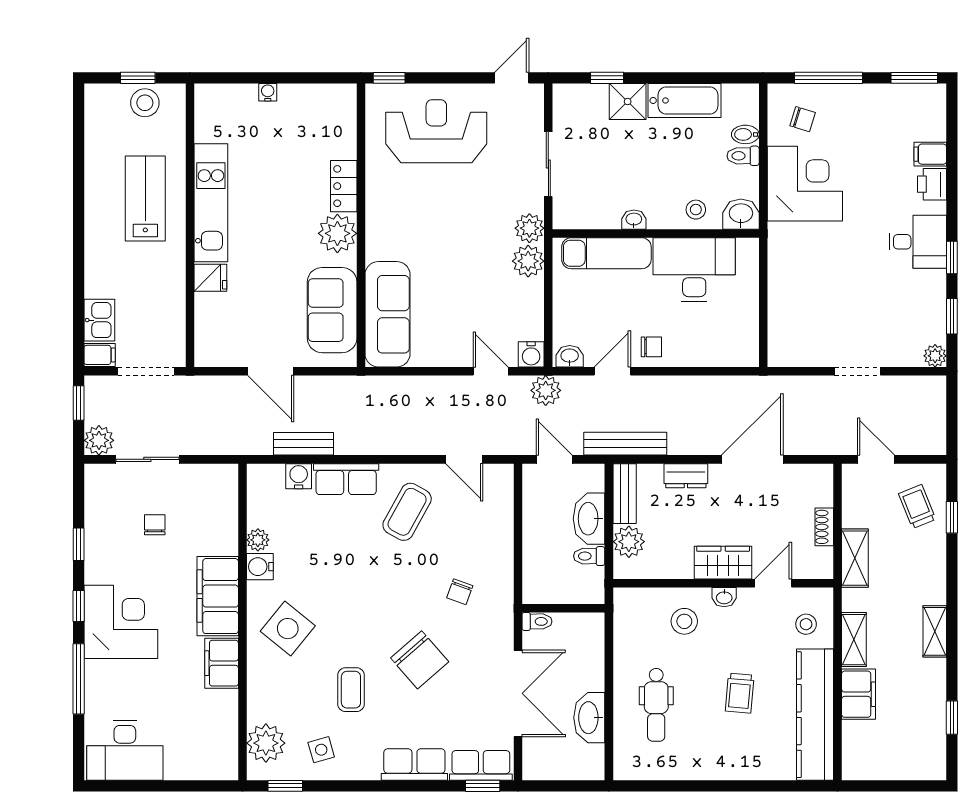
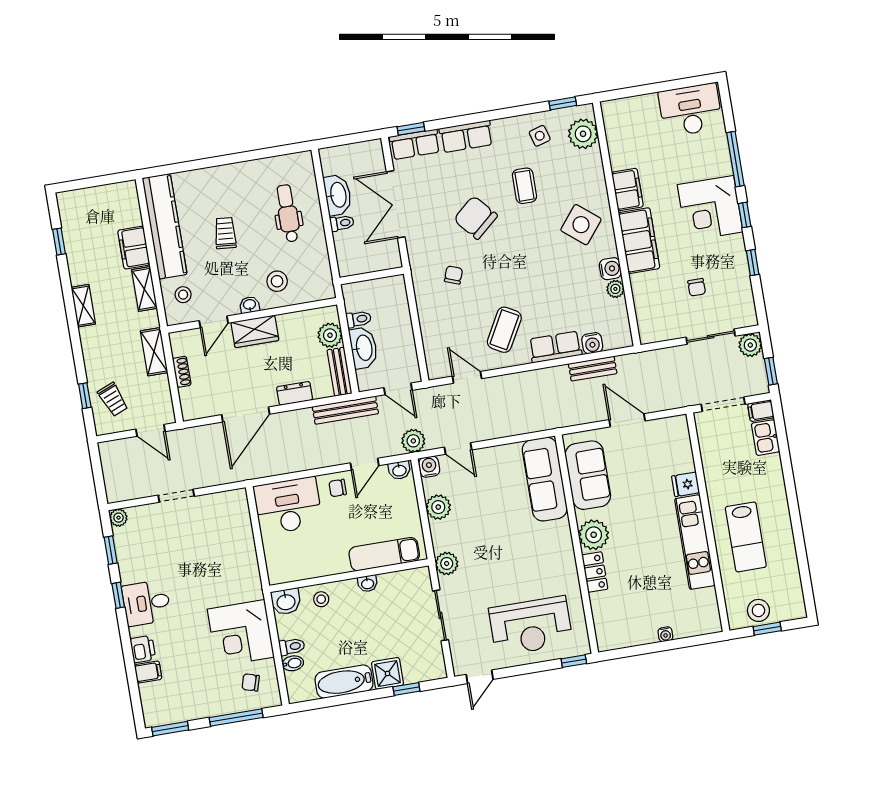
plant: (528, 261) -> (438, 507), moved
desk: (694, 270) -> (288, 506), moved, turned 180
toilet: (537, 621) -> (342, 223), moved, turned 180

